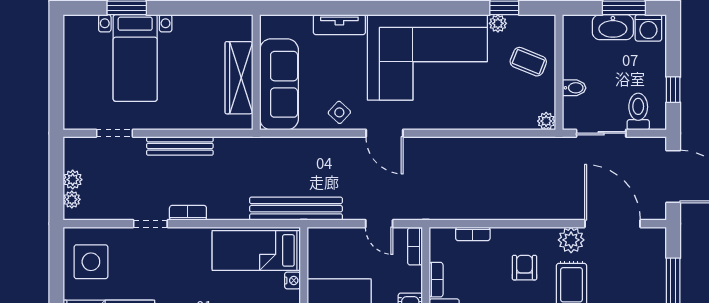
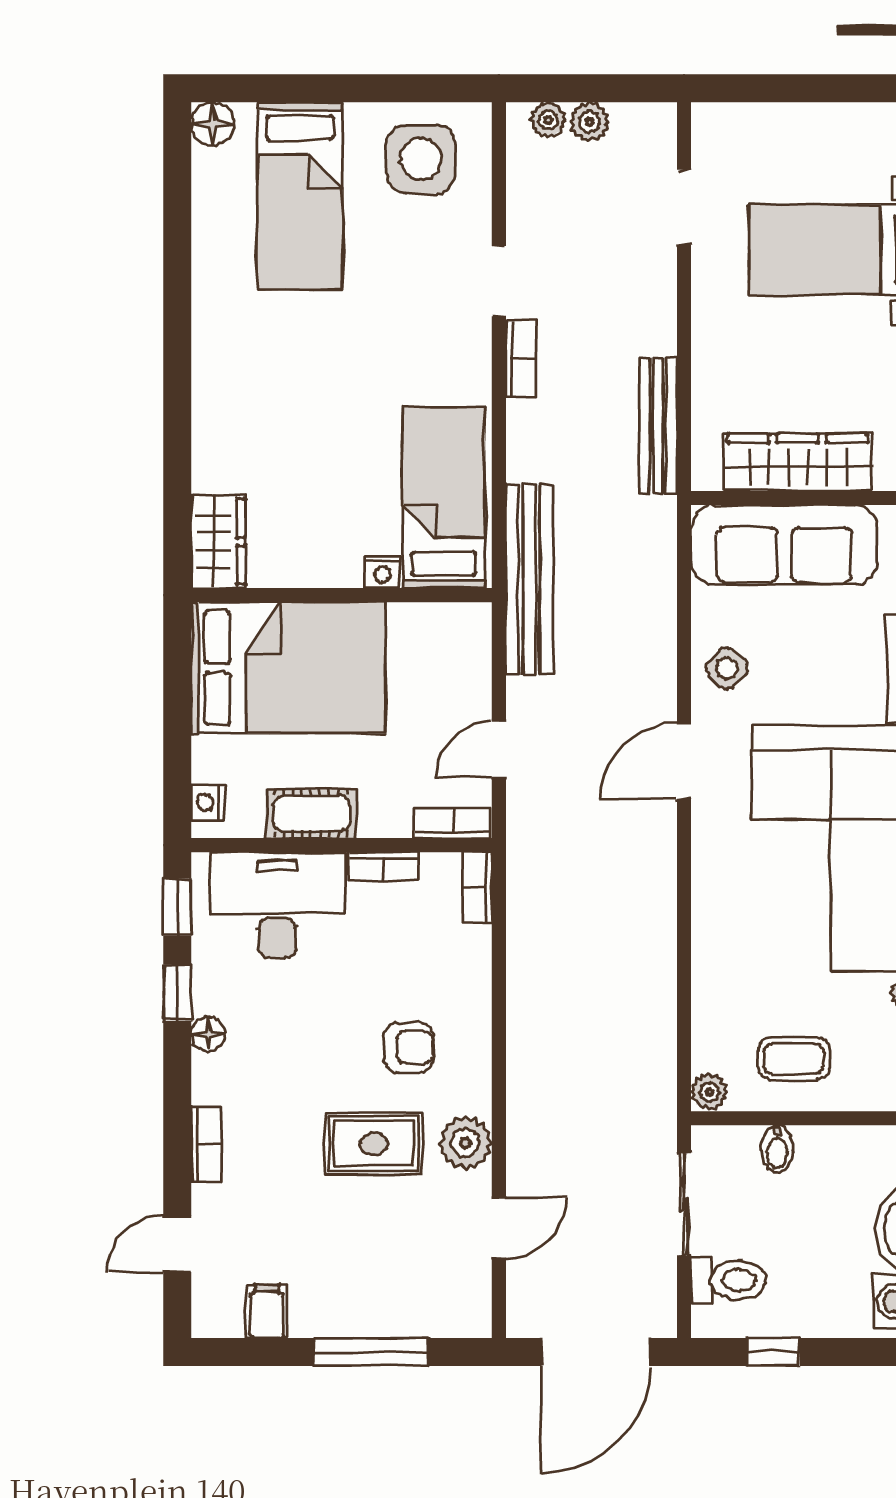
coffee table: (528, 62) -> (794, 1059), moved, turned 68
bench: (180, 146) -> (658, 426), moved
door: (612, 224) -> (499, 1228), width x0.53
bookcase: (473, 234) -> (478, 887), moved

